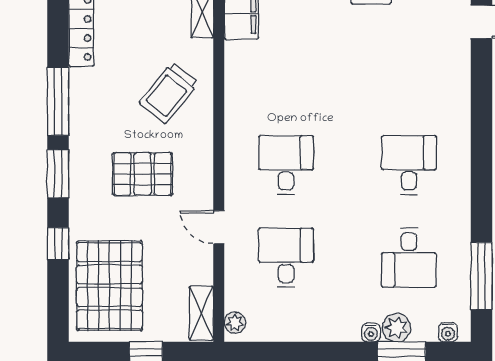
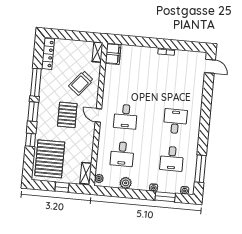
desk: (286, 165) -> (126, 117), turned 180
pallet: (143, 174) -> (67, 115), turned 90
door: (219, 227) -> (98, 115), moved
desk: (286, 258) -> (122, 154), turned 180
plant: (397, 328) -> (126, 183), moved

